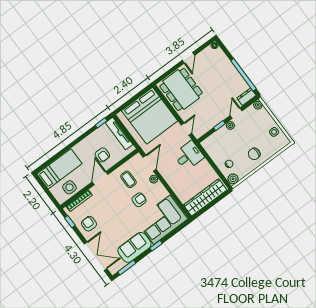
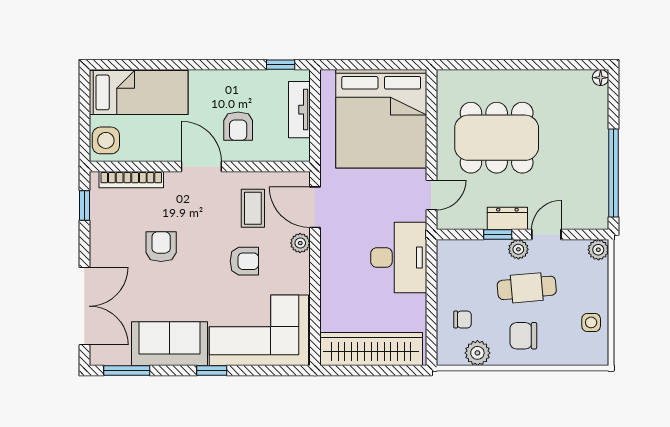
door: (188, 58) -> (534, 65), removed
dining table: (181, 89) -> (497, 138), moved, turned 90
dresser: (247, 97) -> (507, 218), moved
tv unit: (119, 134) -> (299, 110), width x0.71
cafe table: (243, 137) -> (527, 288), added
desk: (189, 156) -> (399, 258), width x1.37
door: (150, 163) -> (315, 207), swing flipped
door: (100, 178) -> (201, 167), hinge flipped
plant: (233, 179) -> (477, 353), moved
side table: (69, 187) -> (106, 140), moved
armchair: (89, 224) -> (161, 247), moved

